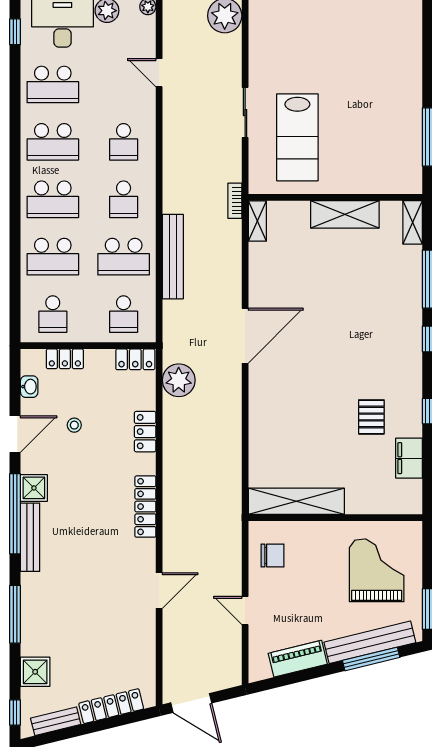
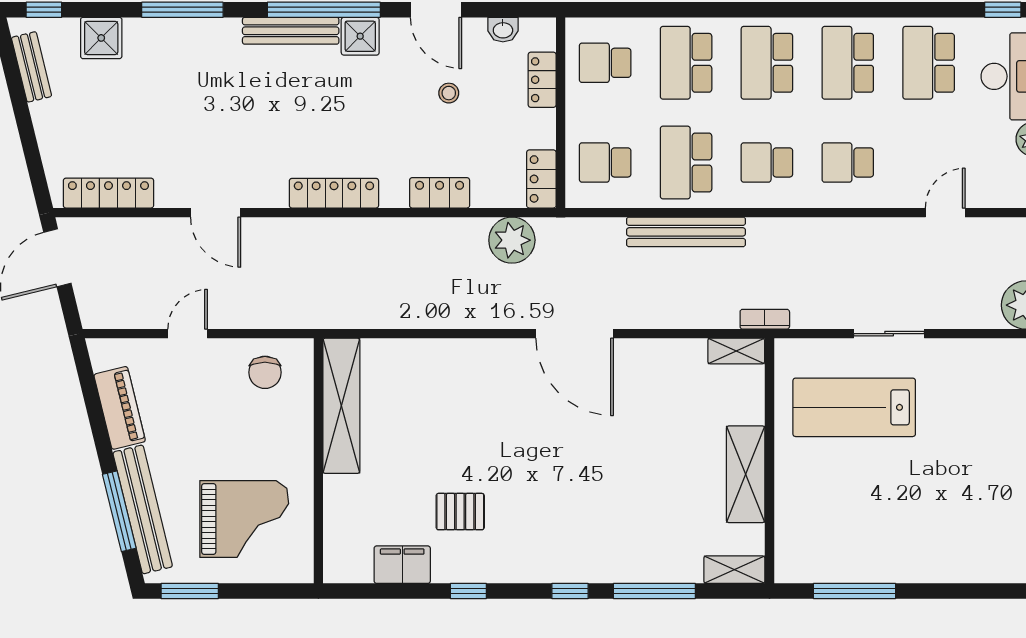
locker: (111, 706) -> (108, 193), moved, turned -76

